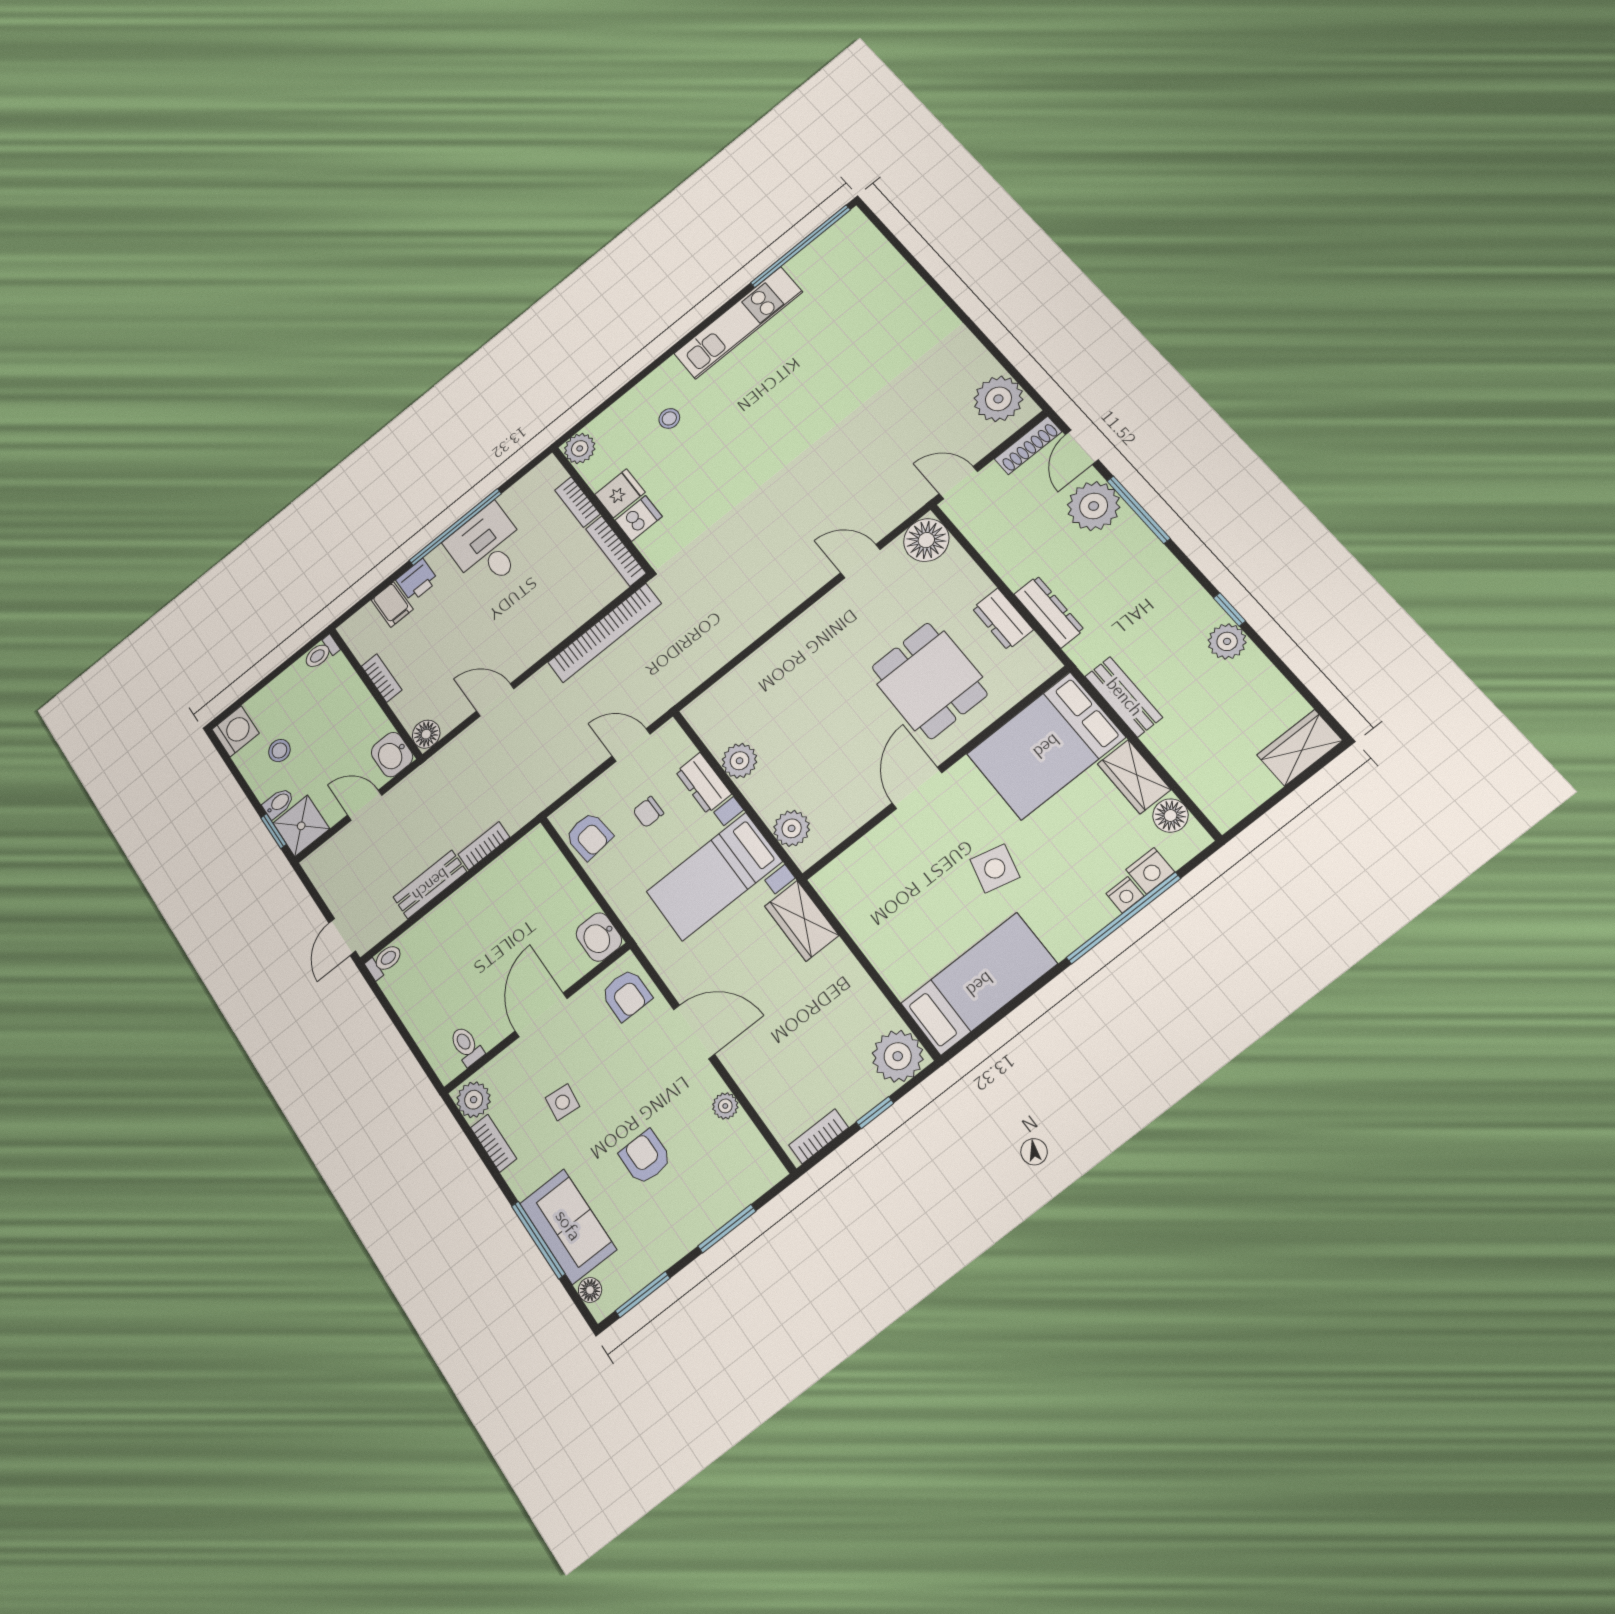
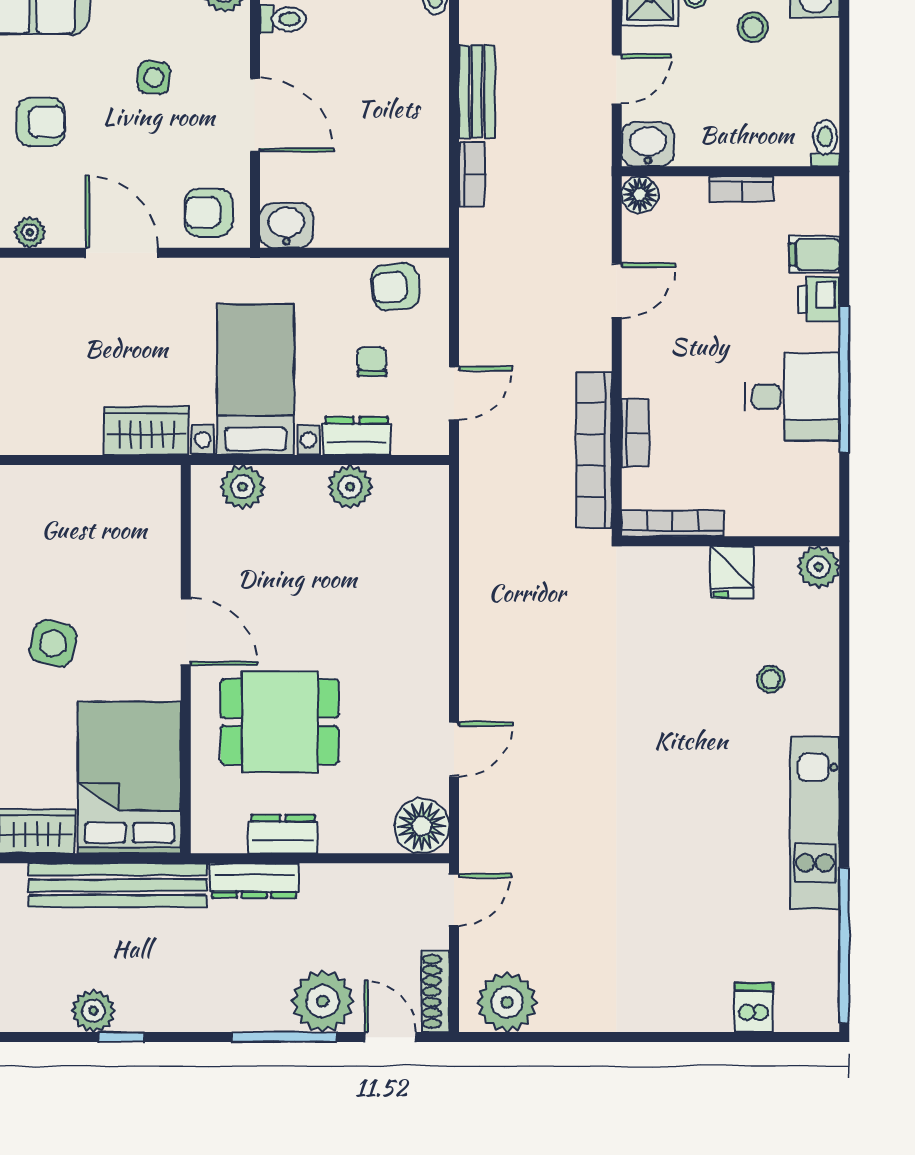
bookcase: (577, 502) -> (635, 433), moved, turned 90
dishwasher: (639, 518) -> (754, 1007), moved, turned 180
bench: (1124, 697) -> (118, 885), width x1.86, depth x1.21
door: (694, 1032) -> (122, 253), swing flipped

